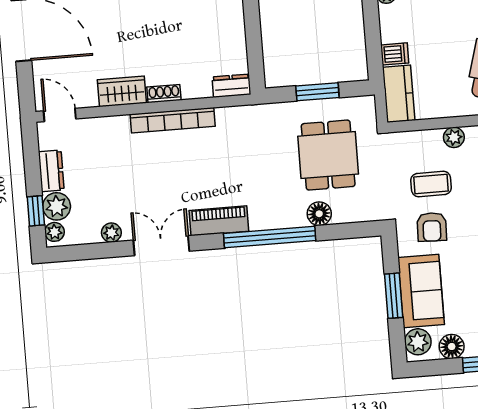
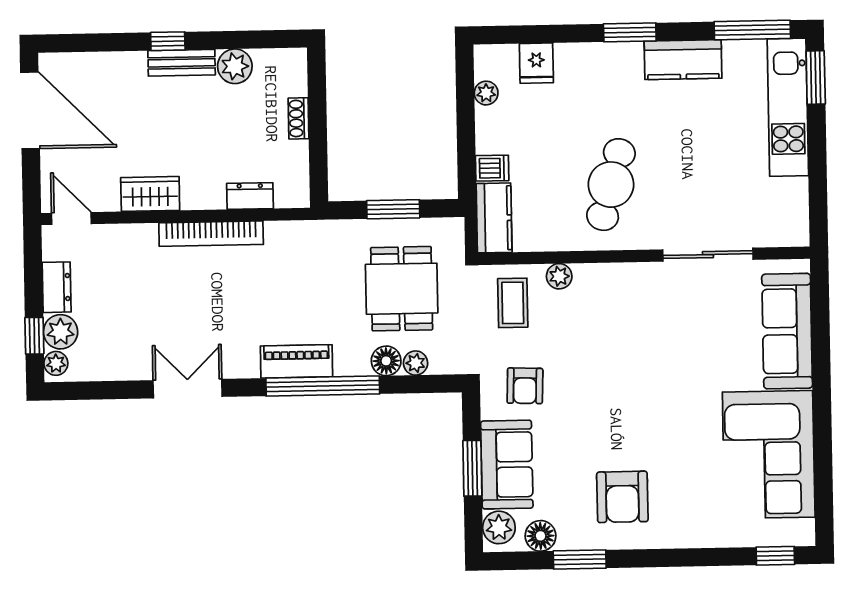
dresser: (231, 86) -> (250, 196), moved
shoe rack: (164, 94) -> (298, 118), moved, turned -90
coffee table: (431, 184) -> (513, 303), moved, turned 90
piano: (219, 221) -> (296, 361), moved
plant: (111, 233) -> (416, 363), moved

